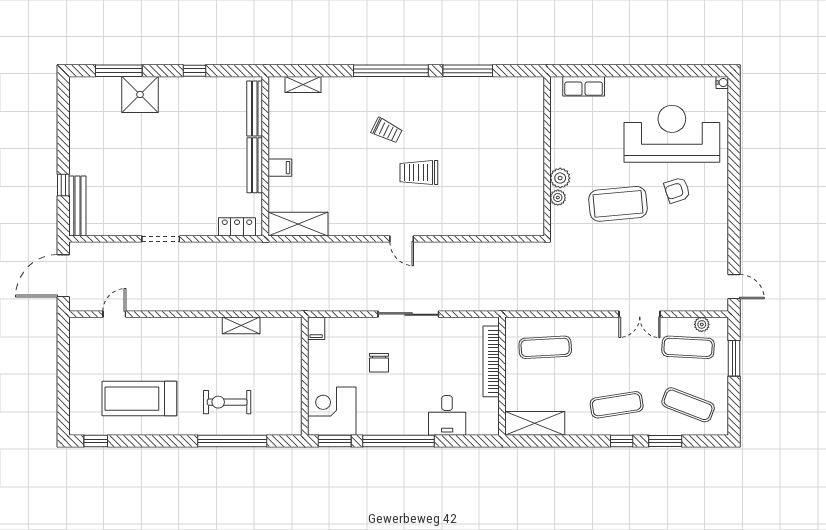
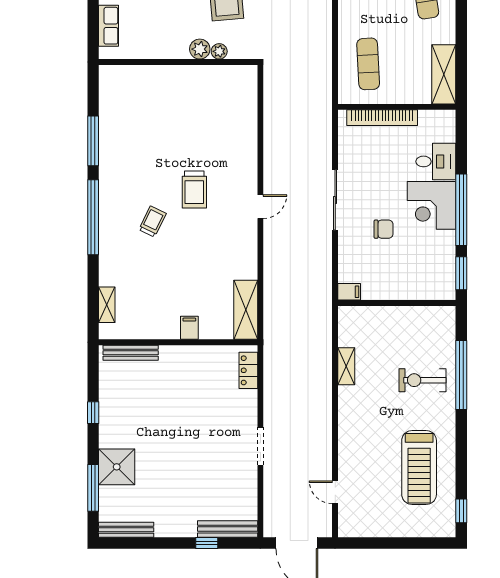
bench: (255, 165) -> (126, 530), moved
exercise bike: (227, 402) -> (423, 380), turned 90
corner desk: (332, 411) -> (431, 205), moved

